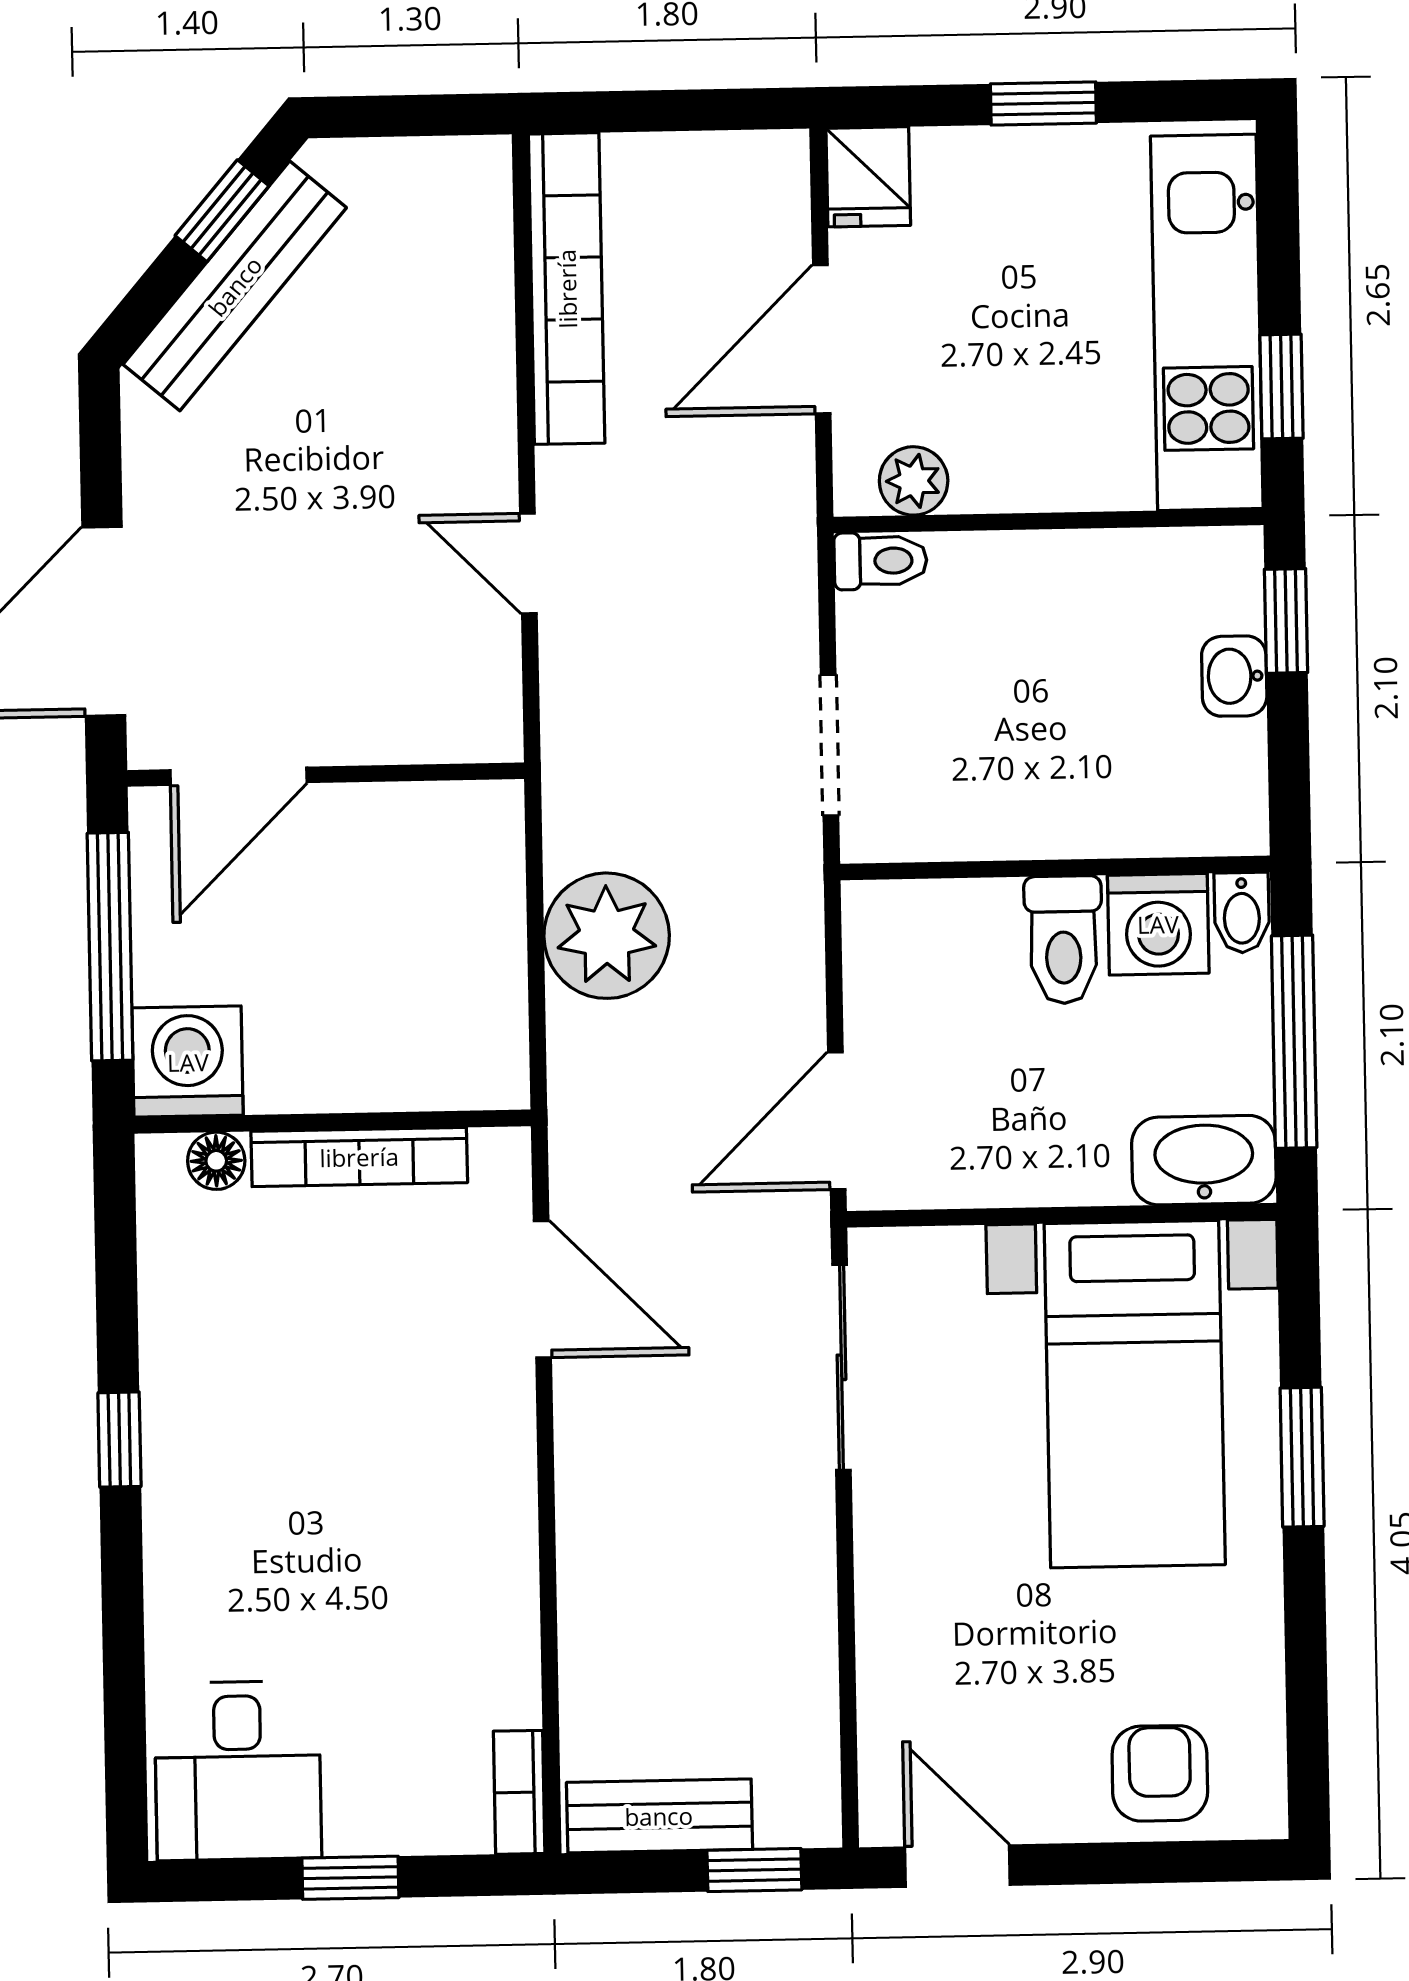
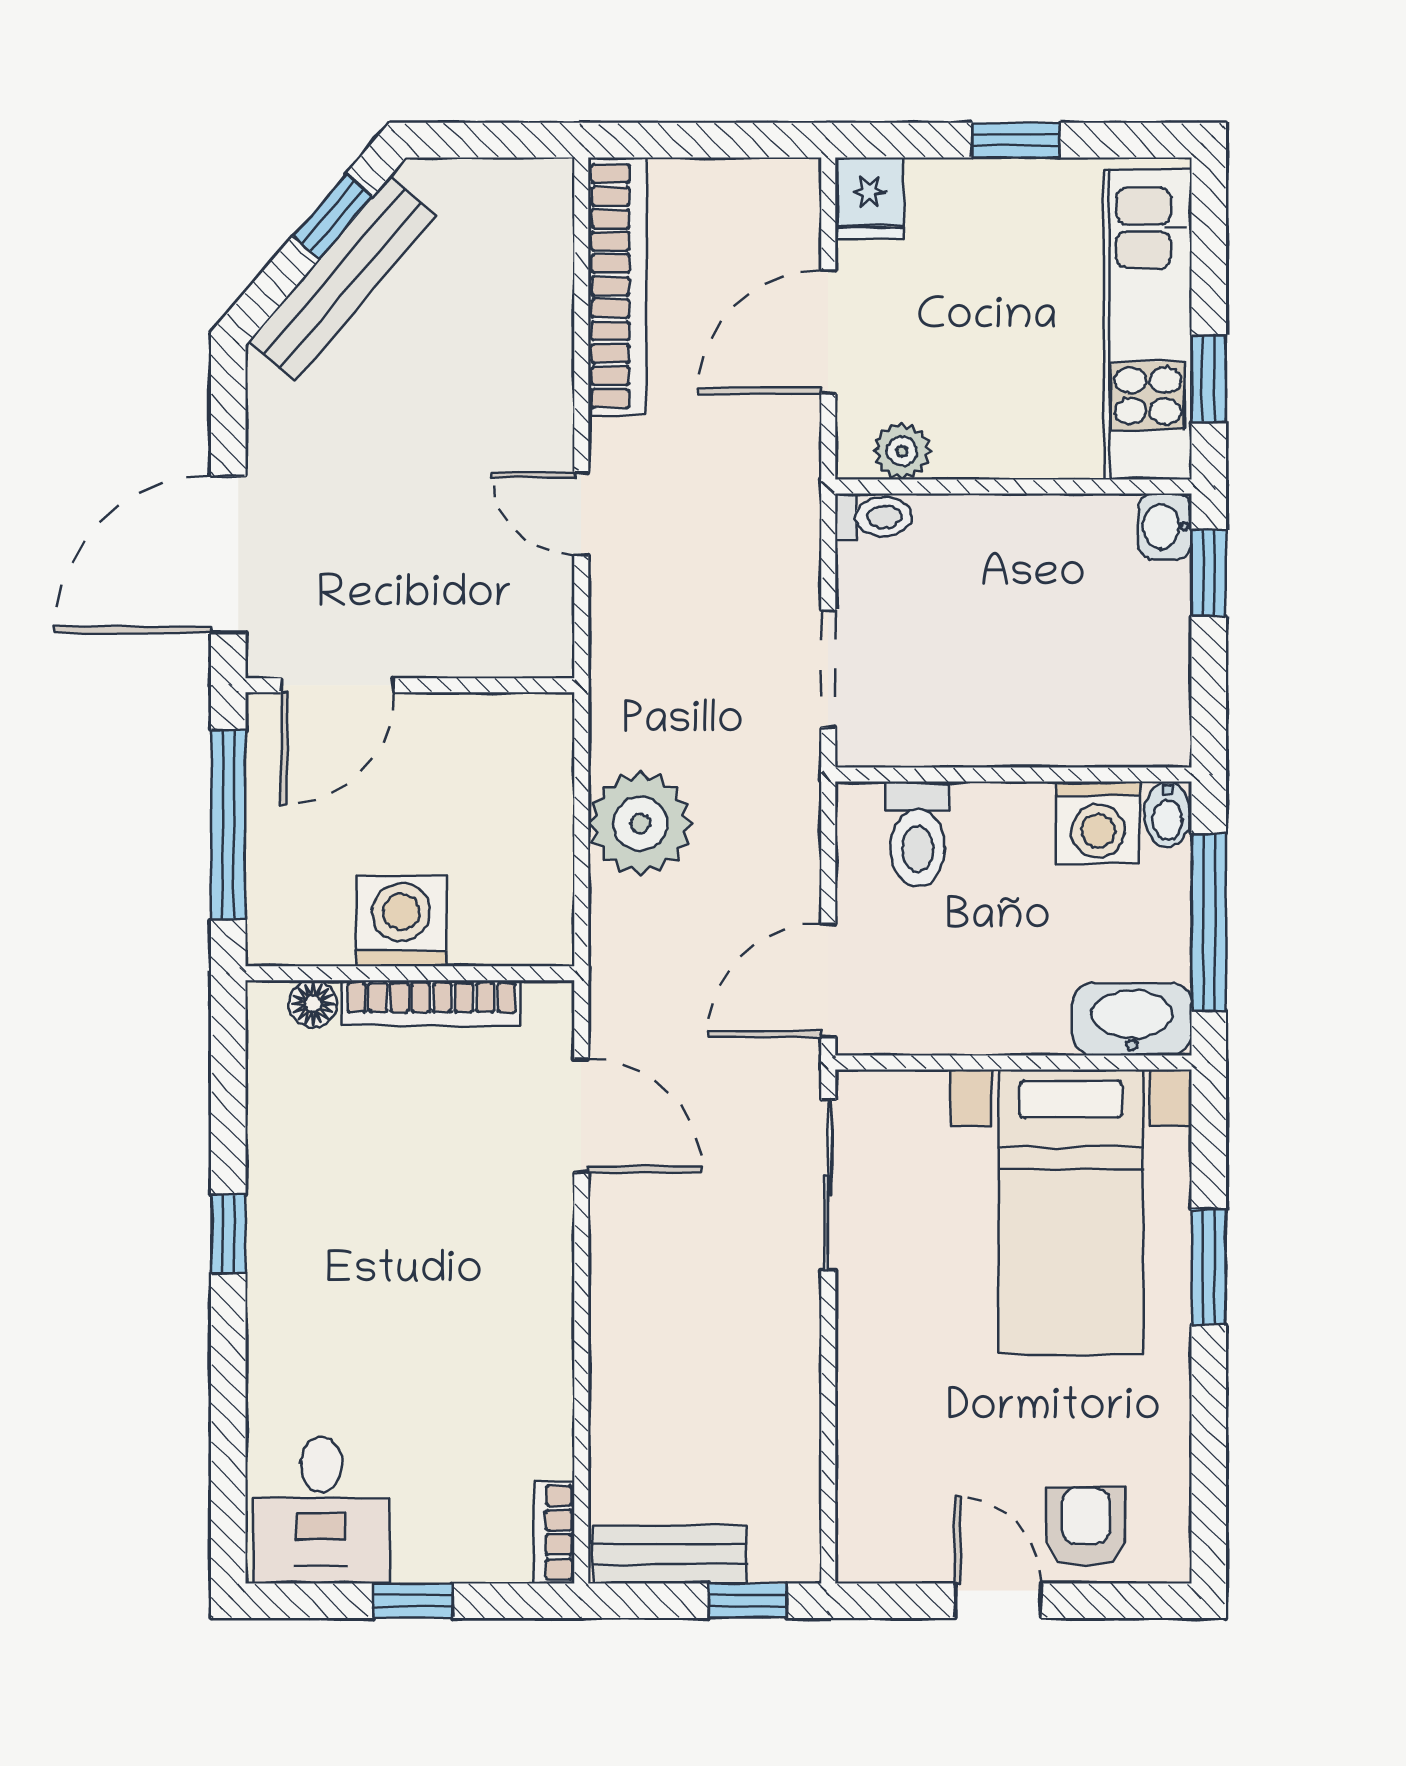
washbasin: (1234, 676) -> (1165, 526), moved
toilet: (1063, 940) -> (918, 834), moved
washing machine: (188, 1062) -> (401, 921), moved
door: (957, 1866) -> (998, 1601), moved

